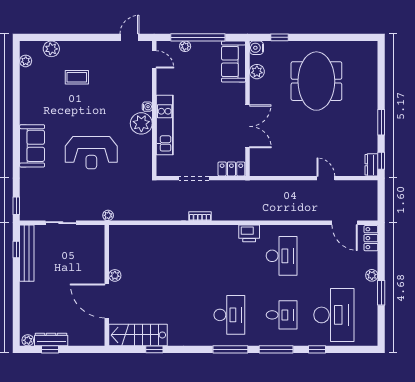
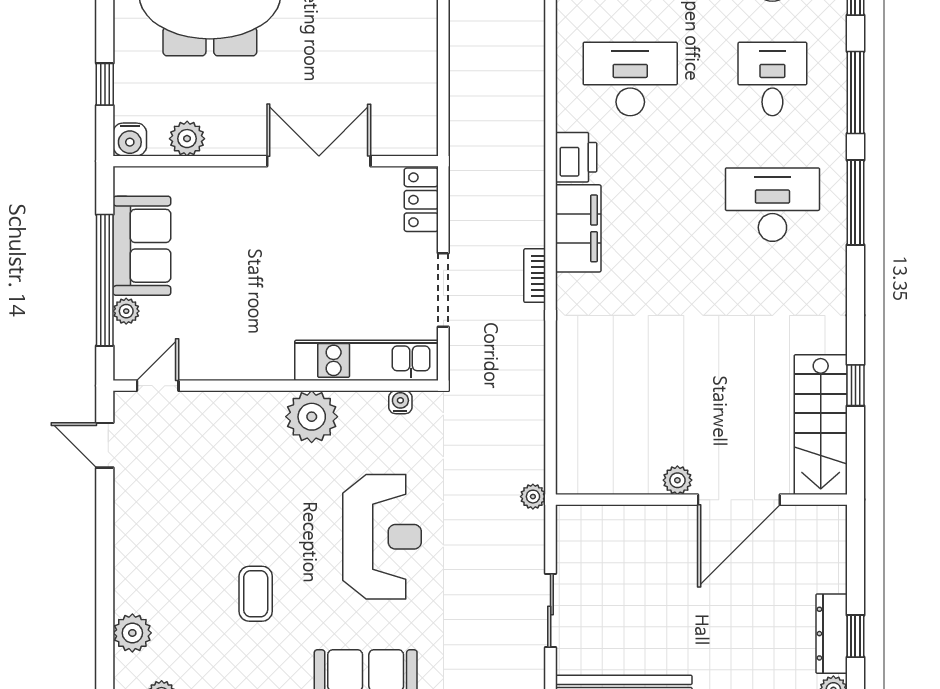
sofa: (233, 62) -> (142, 246), moved, turned -90
coffee table: (77, 77) -> (256, 594), moved
water cooler: (147, 107) -> (400, 402), moved
kitchen unit: (165, 125) -> (367, 360), moved
filing cabinet: (220, 234) -> (578, 228), added

